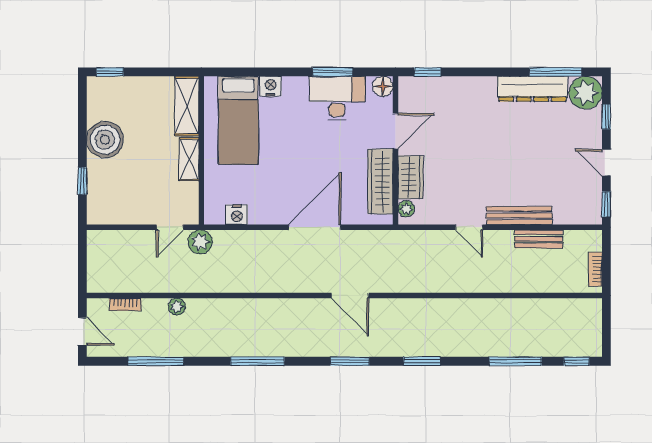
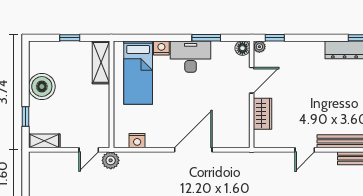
window: (110, 72) -> (70, 38), moved
desk: (337, 98) -> (191, 57), moved
shelving: (189, 159) -> (44, 141), moved, turned 90
wardrobe: (380, 182) -> (241, 117), removed
plant: (406, 209) -> (259, 47), moved
door: (469, 227) -> (305, 150), hinge flipped

